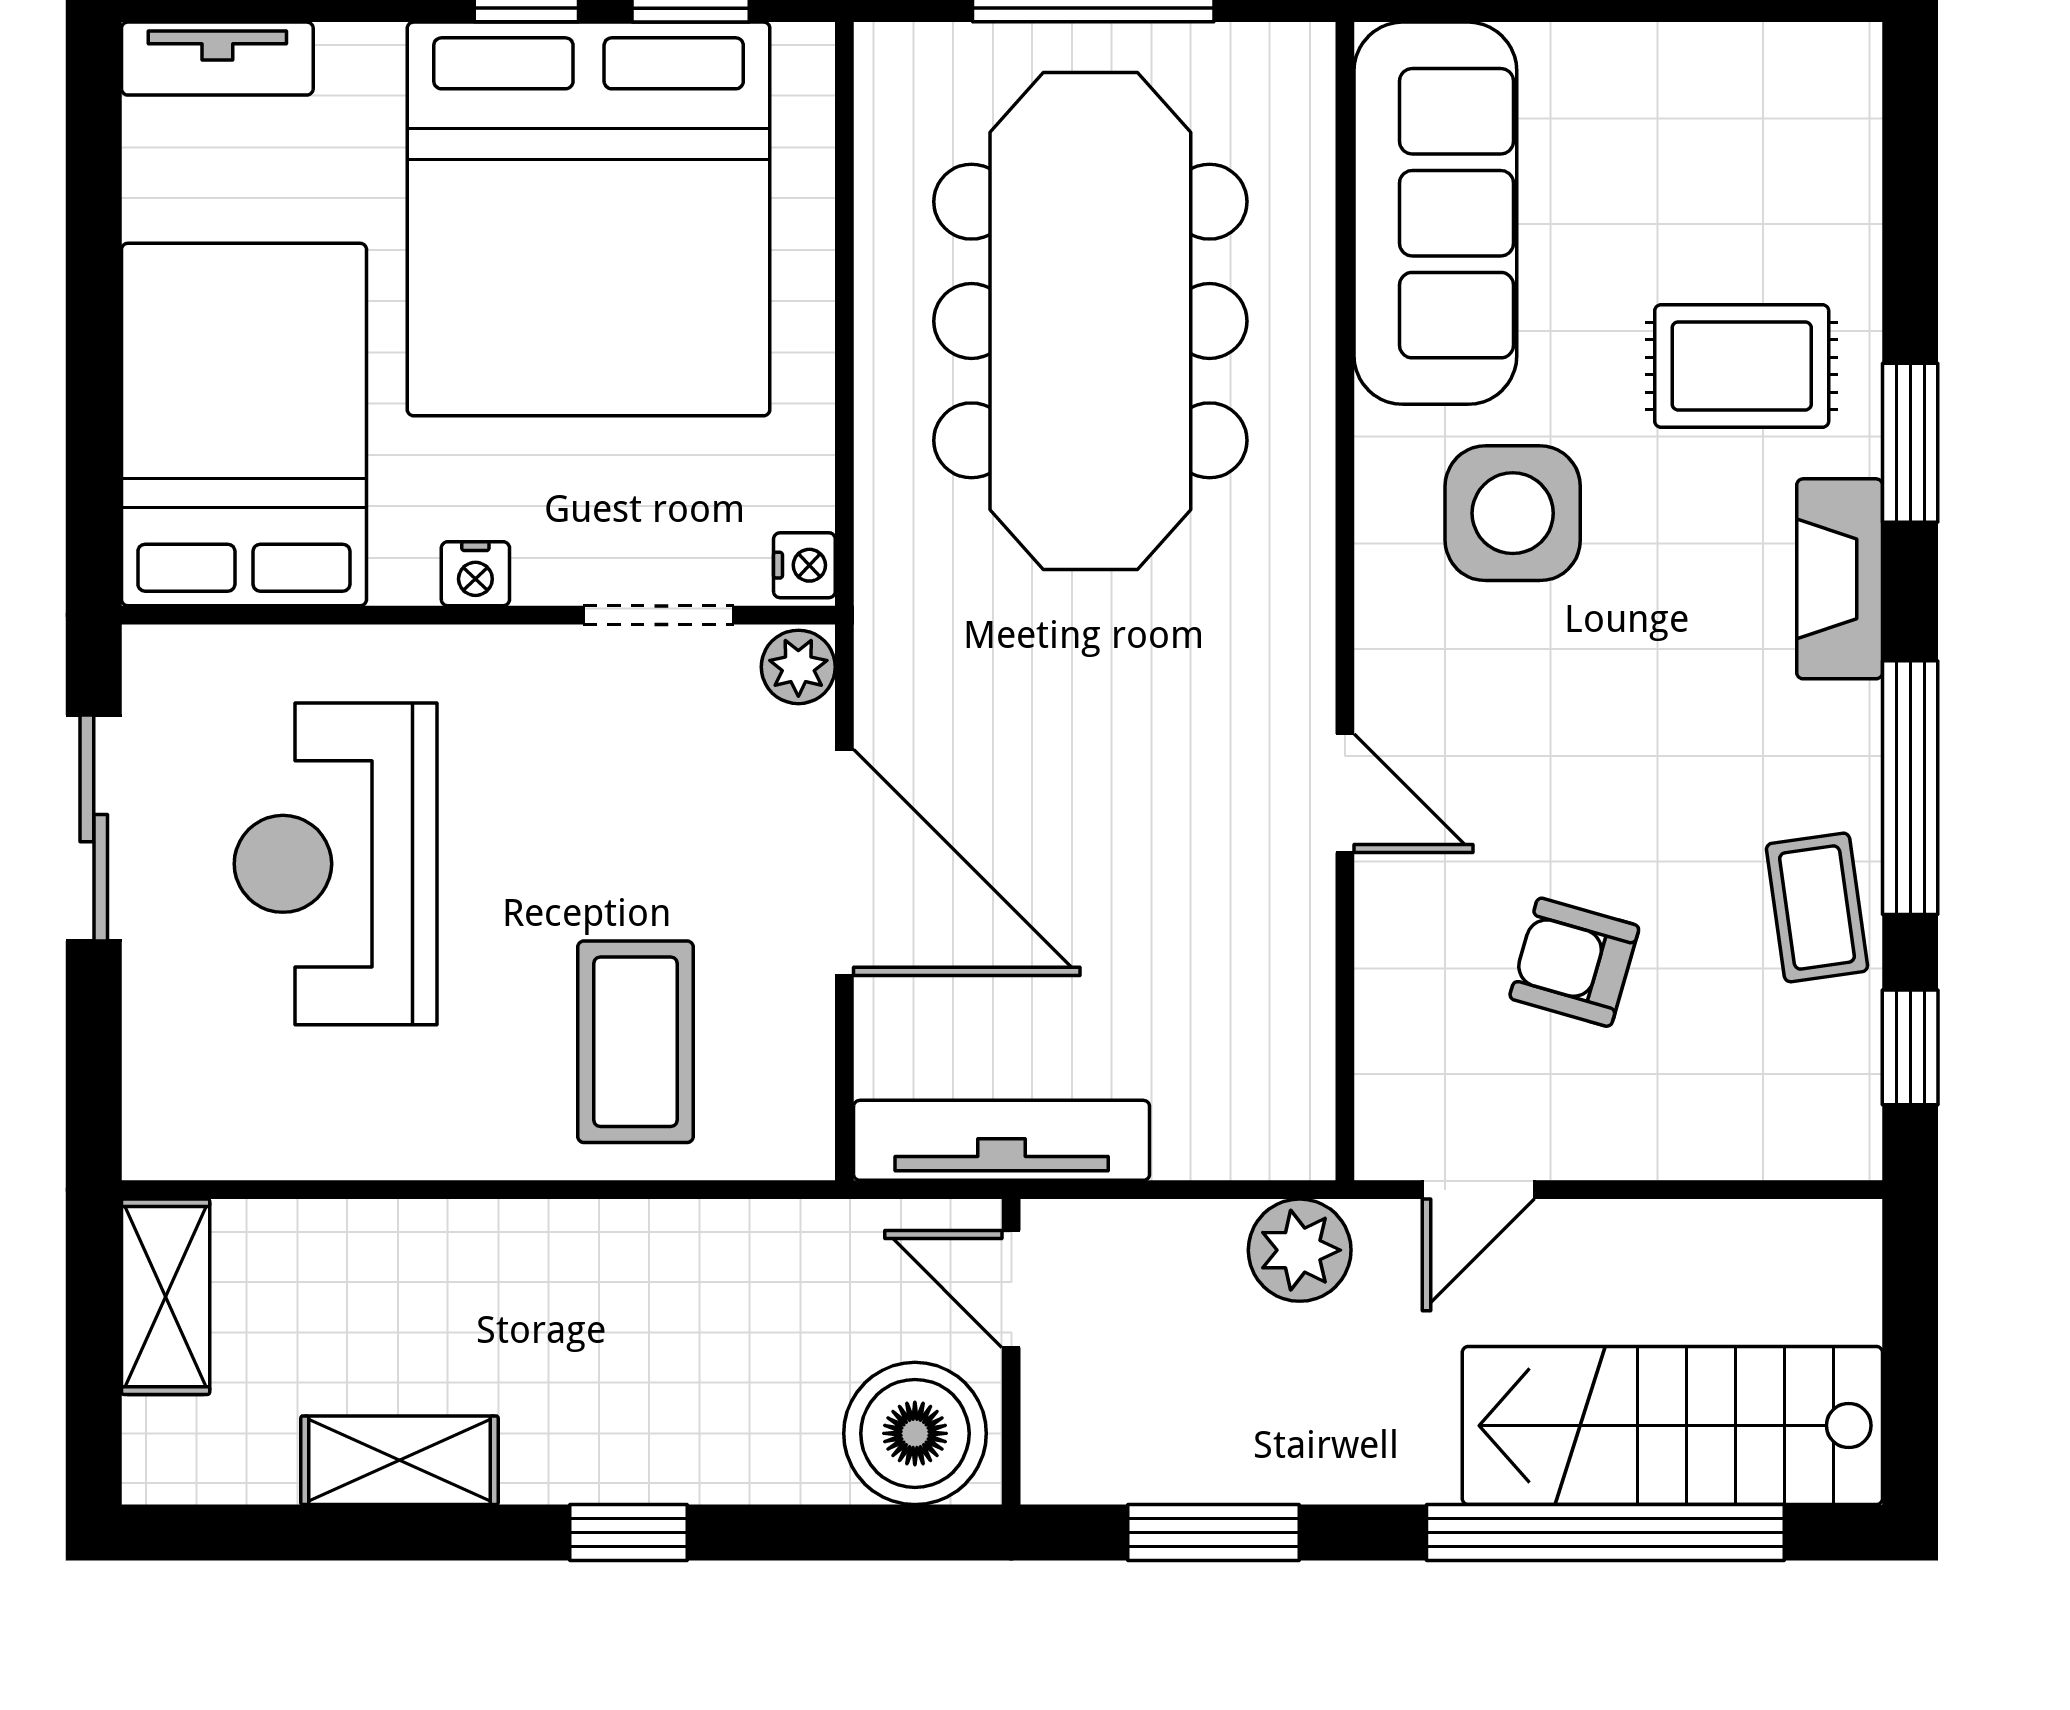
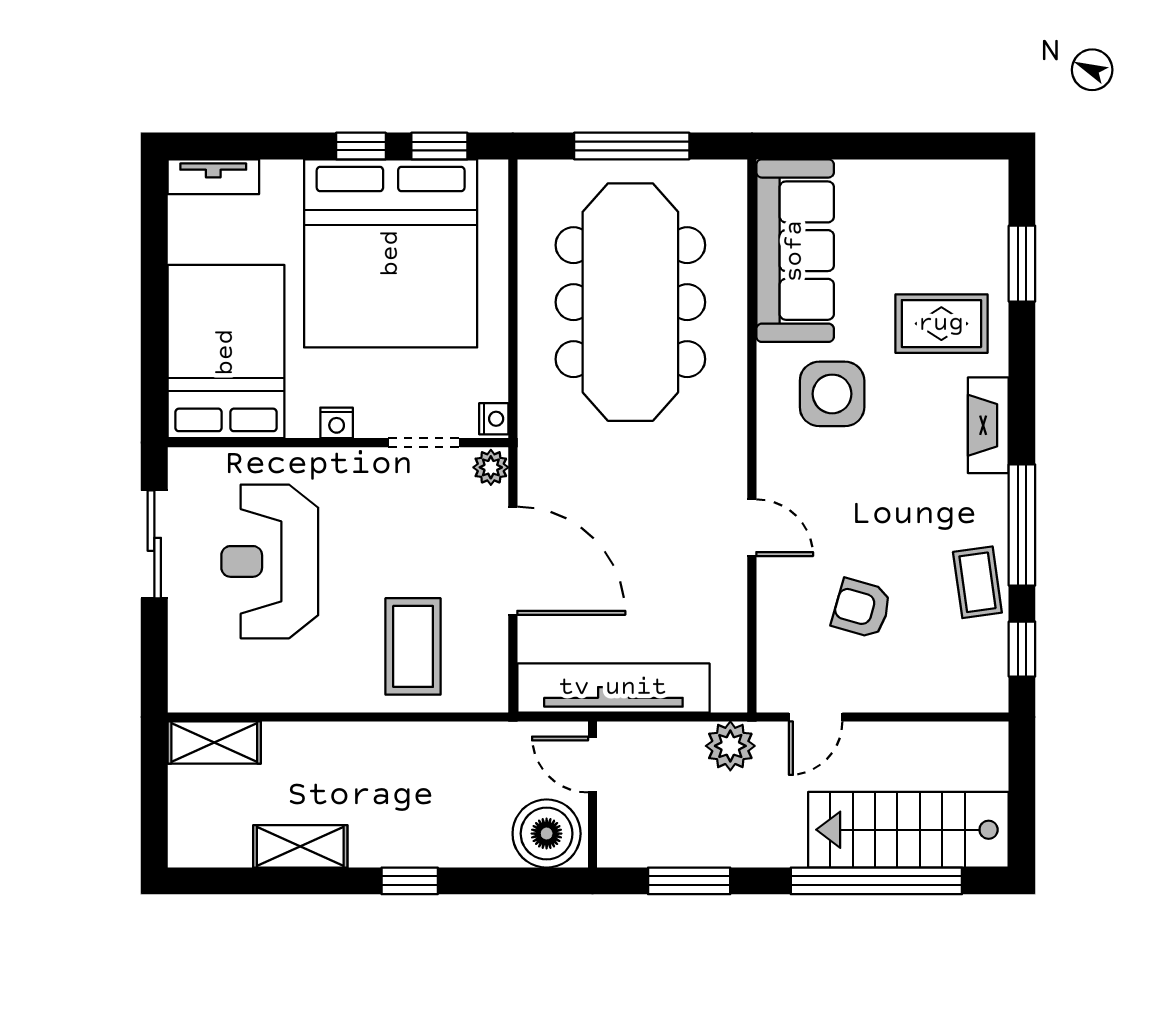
window: (1910, 443) -> (1022, 264), moved
tv unit: (1002, 1140) -> (613, 688), width x1.36, depth x1.29
shelving: (166, 1297) -> (214, 743), moved, turned 90

